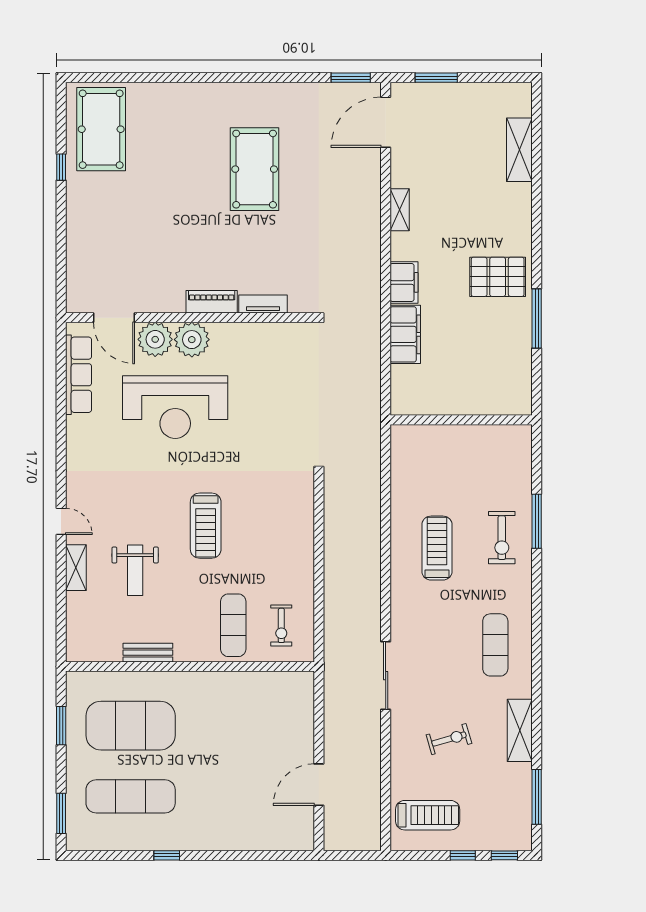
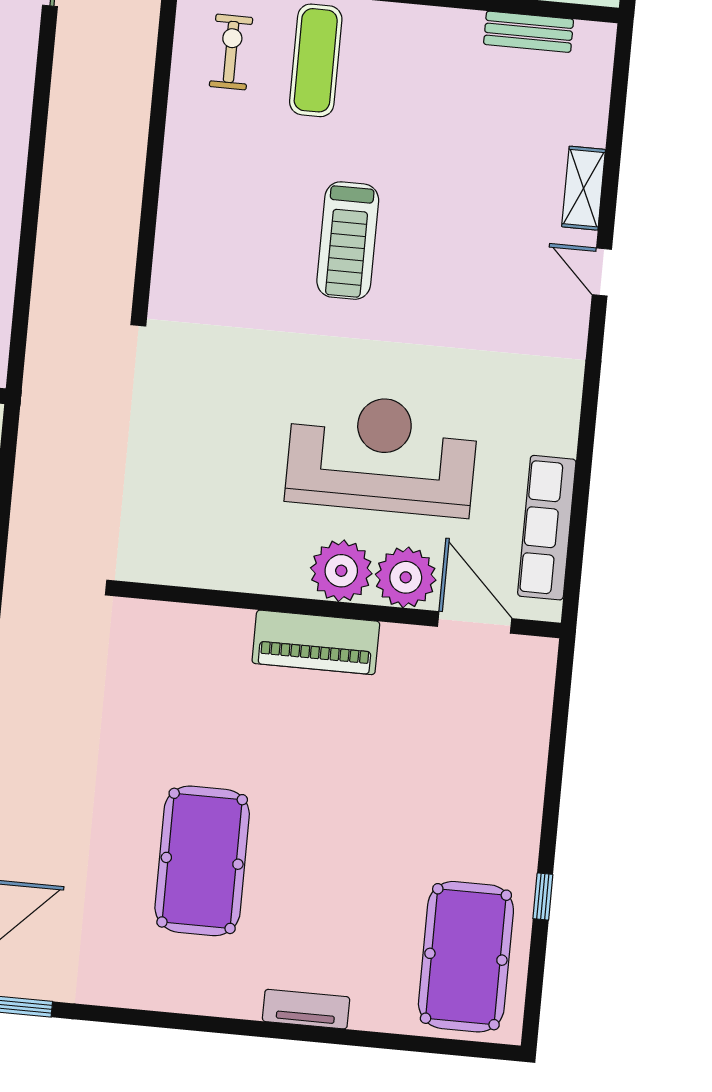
piano: (212, 302) -> (316, 642), width x1.37, depth x1.33
tv unit: (263, 304) -> (306, 1009), moved, turned 180
treadmill: (206, 526) -> (348, 241), turned 180
weight bench: (135, 570) -> (480, 174), removed
bench: (148, 653) -> (529, 32), moved

